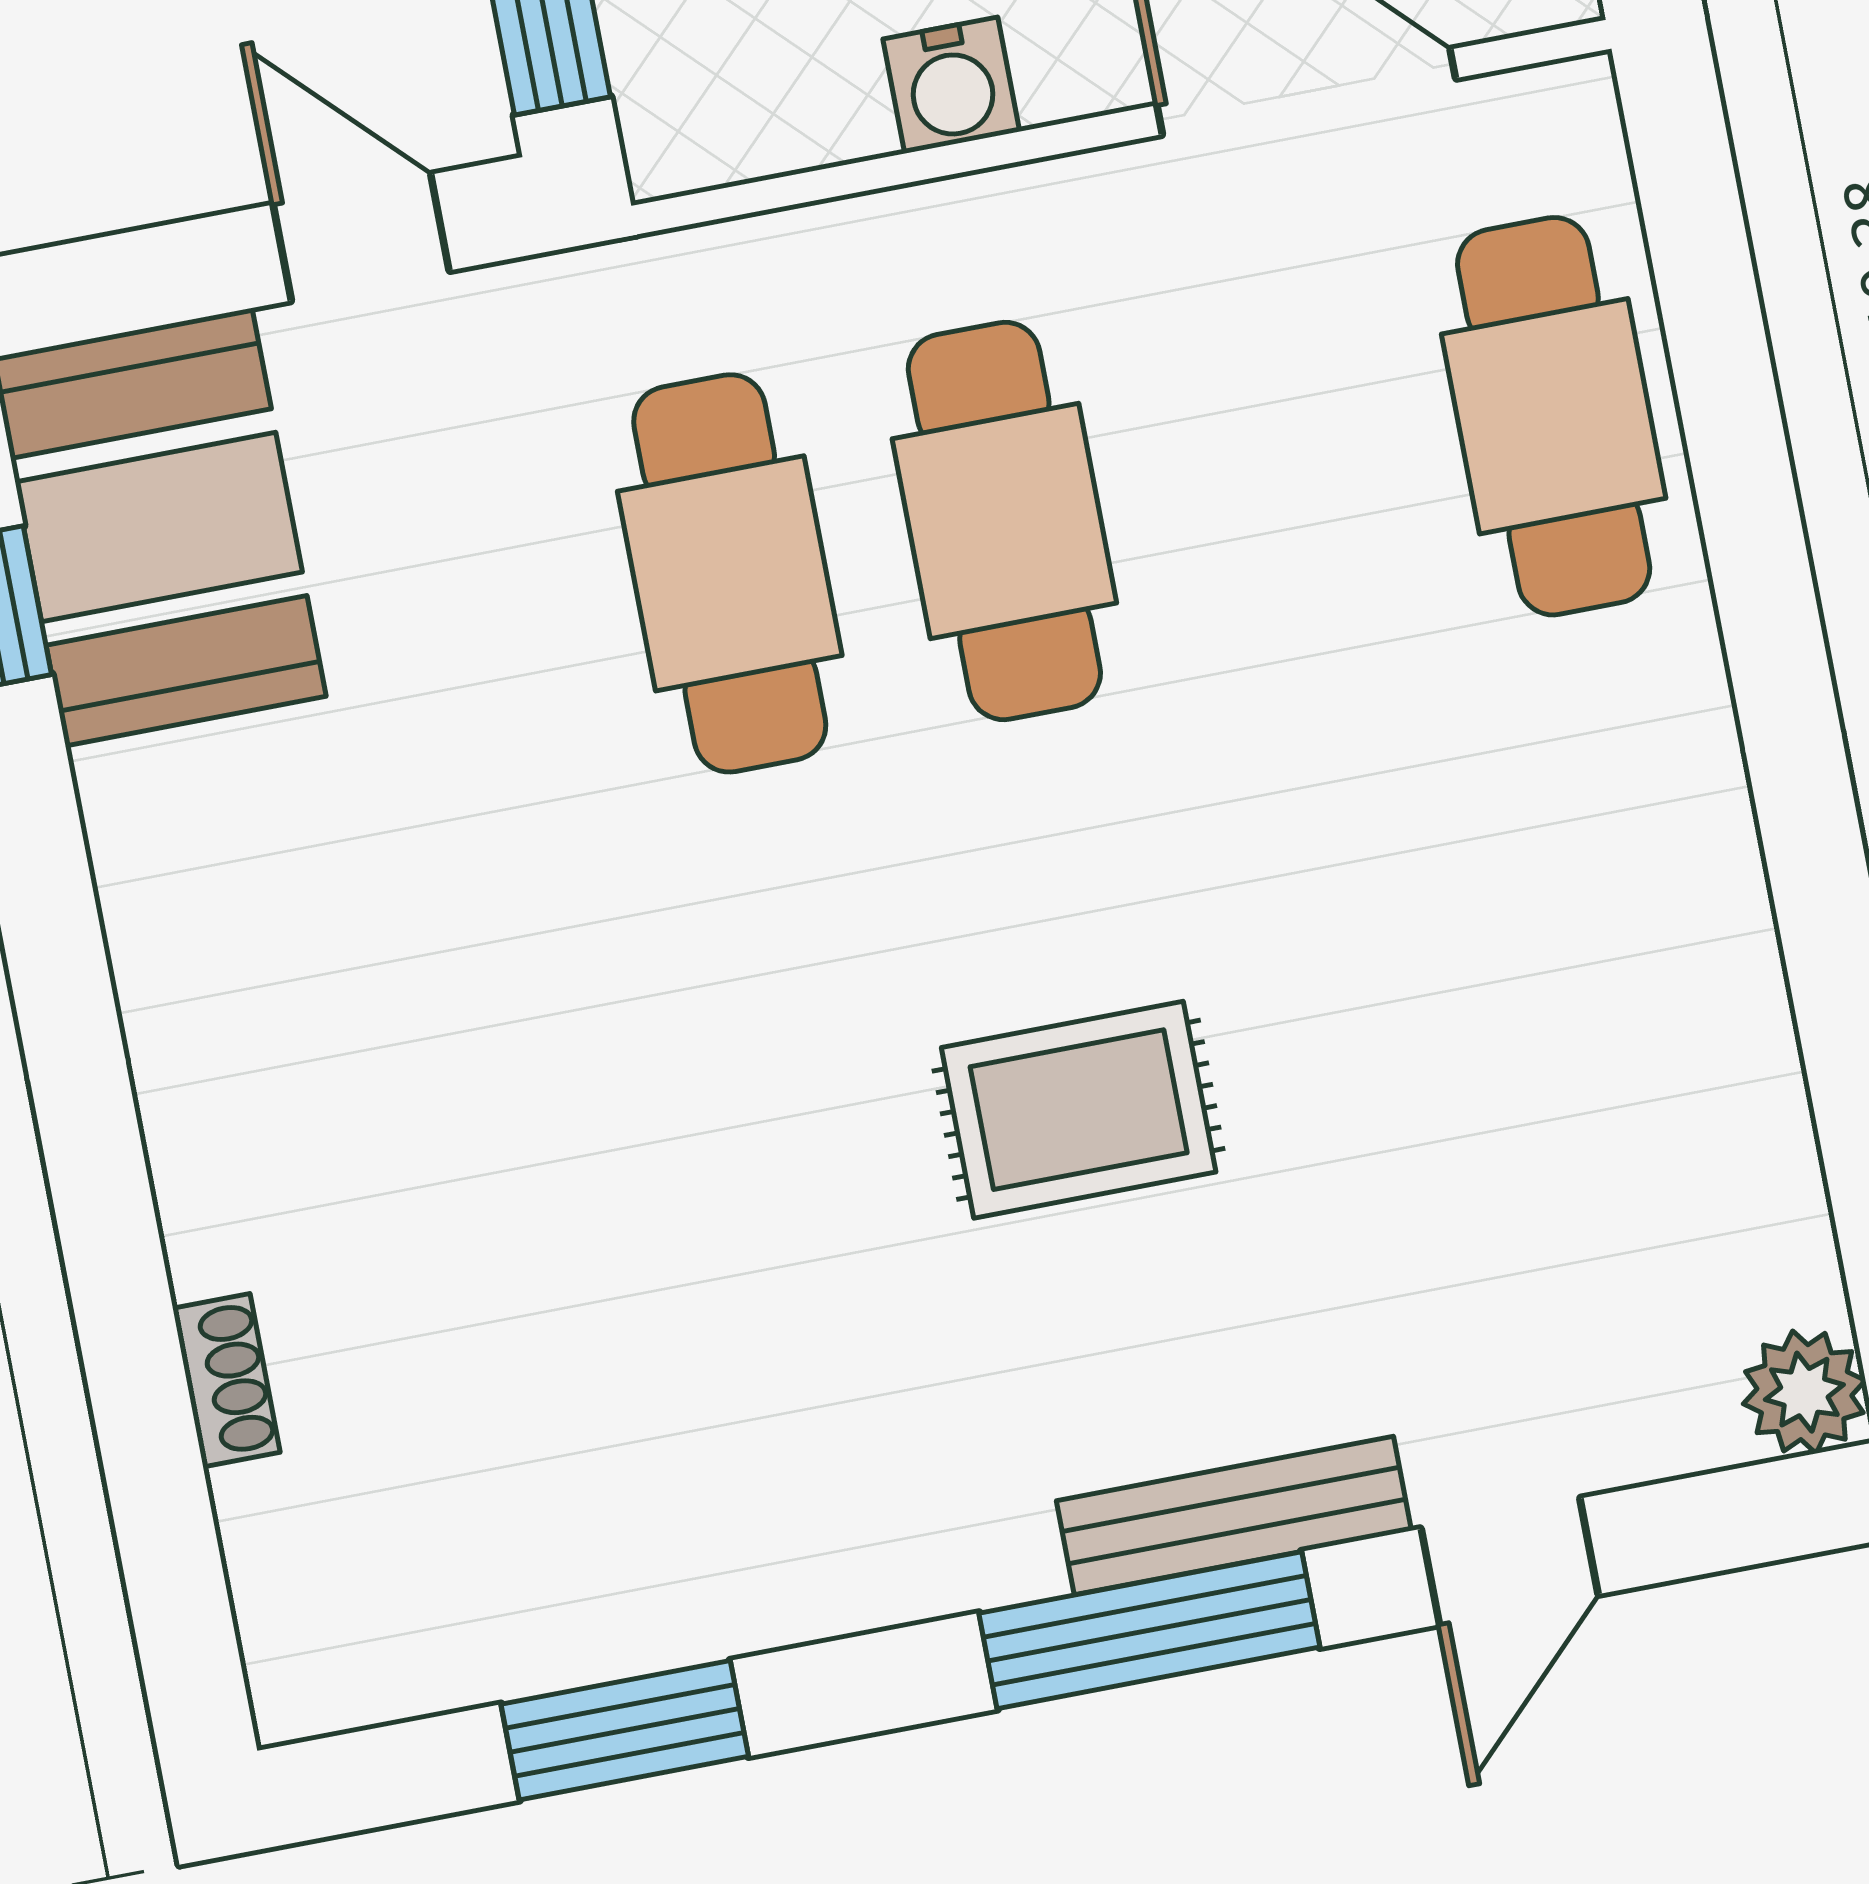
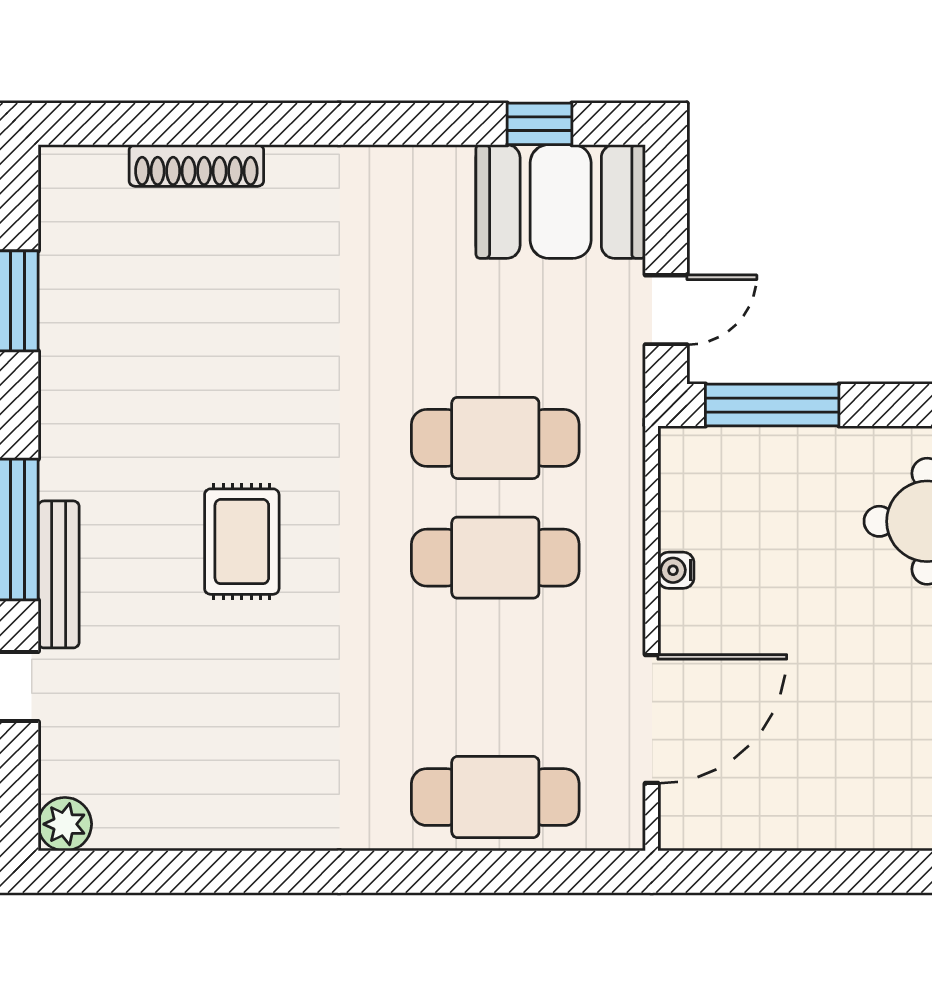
water cooler: (951, 85) -> (676, 570), width x0.72, depth x0.72
shoe rack: (226, 1380) -> (196, 165), width x1.94, depth x1.24

